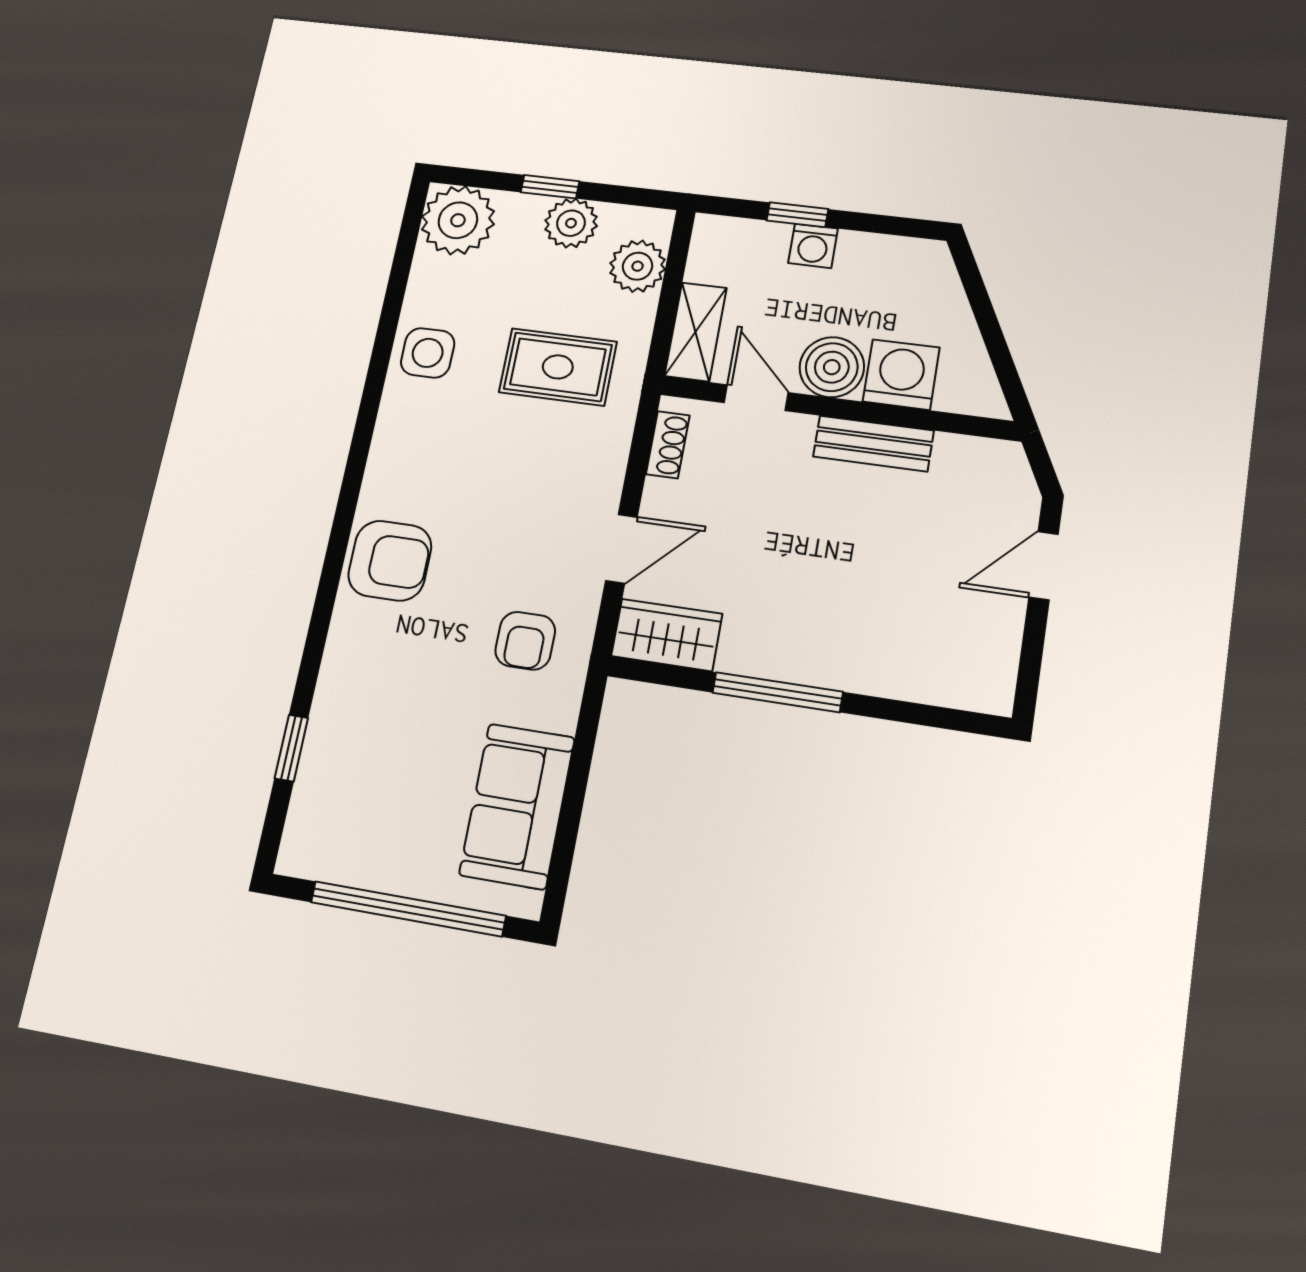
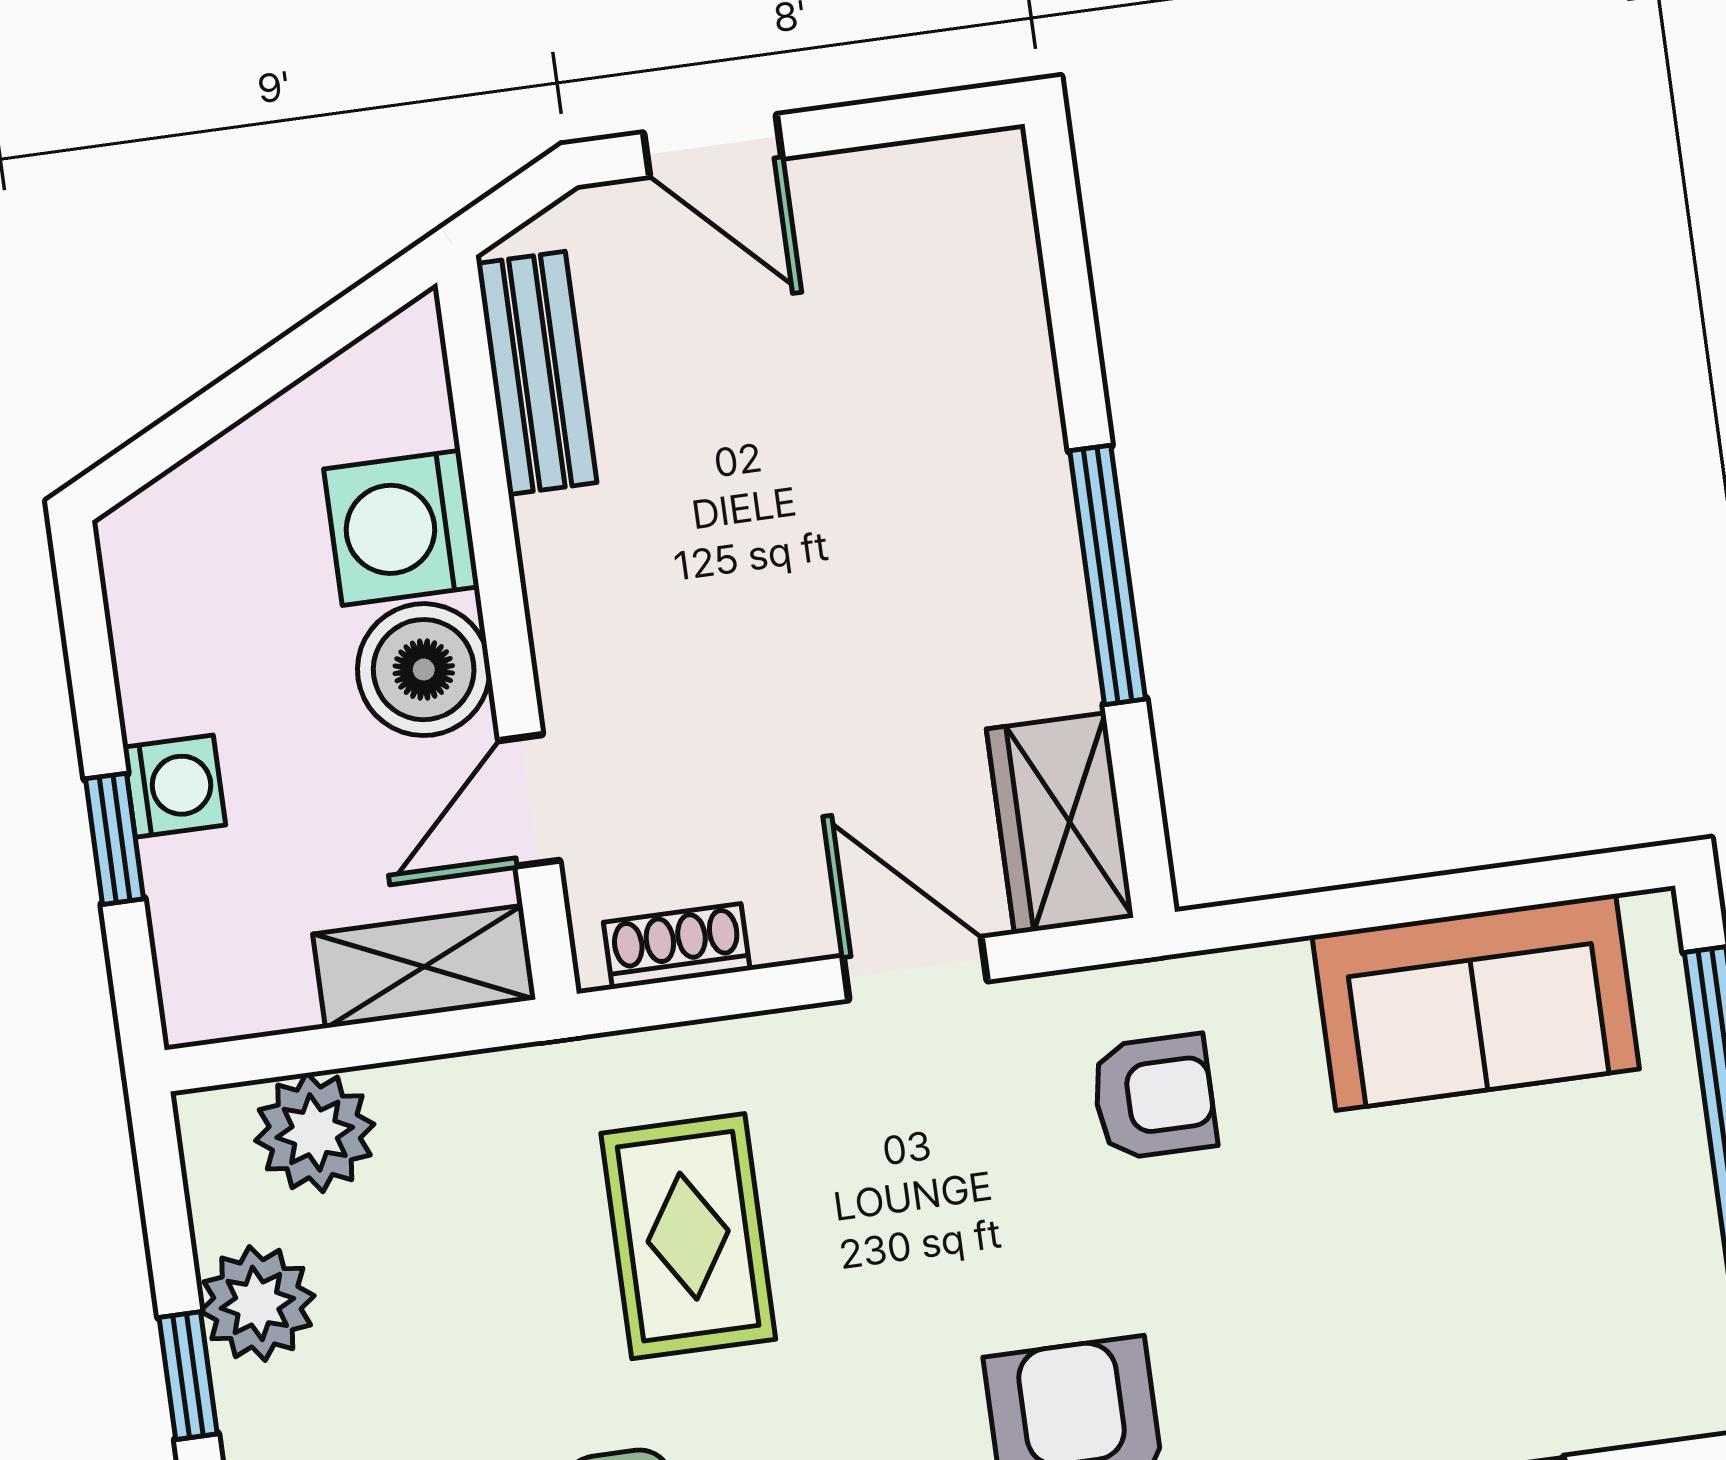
rug: (558, 367) -> (688, 1236), moved
bench: (873, 444) -> (537, 373), moved

